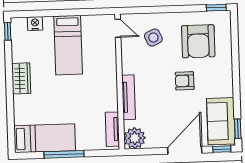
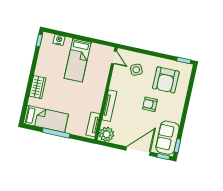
wardrobe: (21, 78) -> (38, 87), moved

